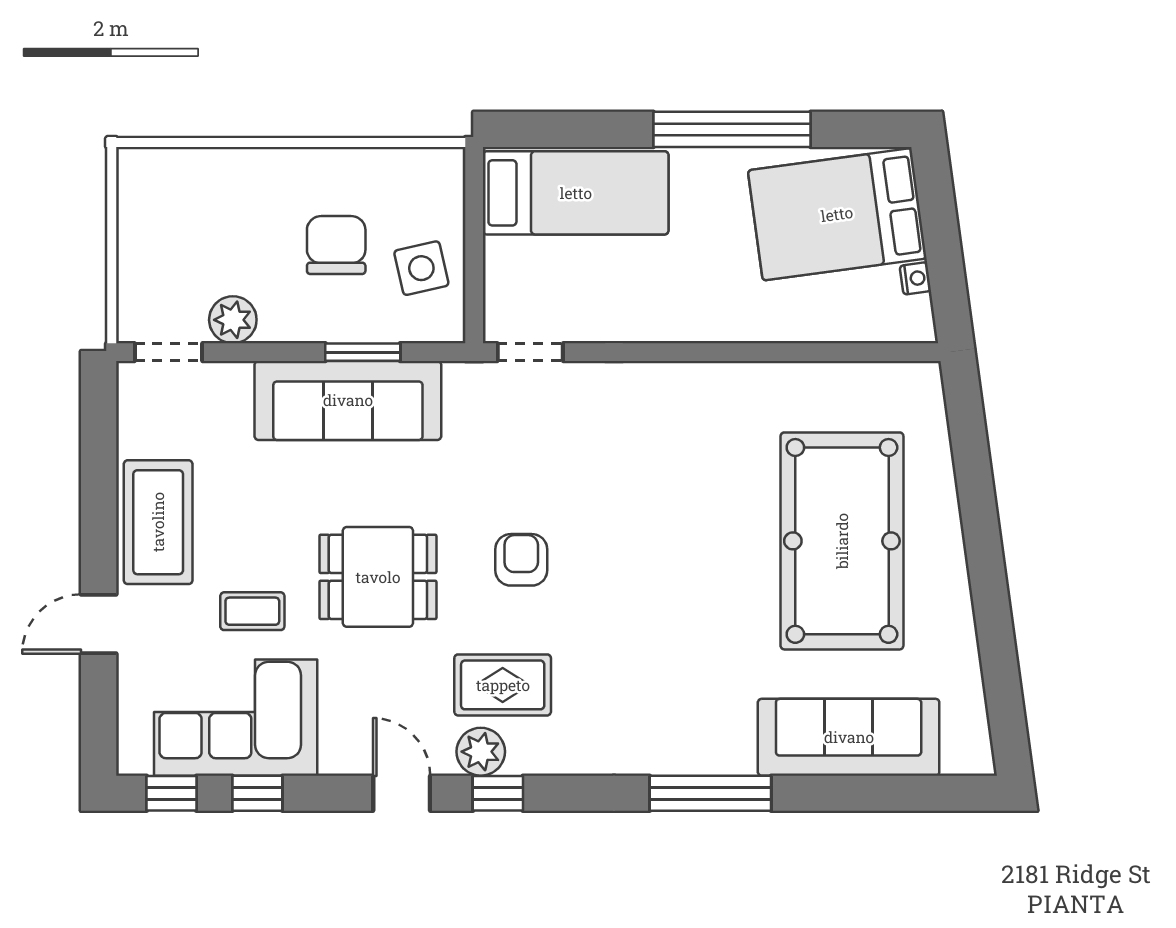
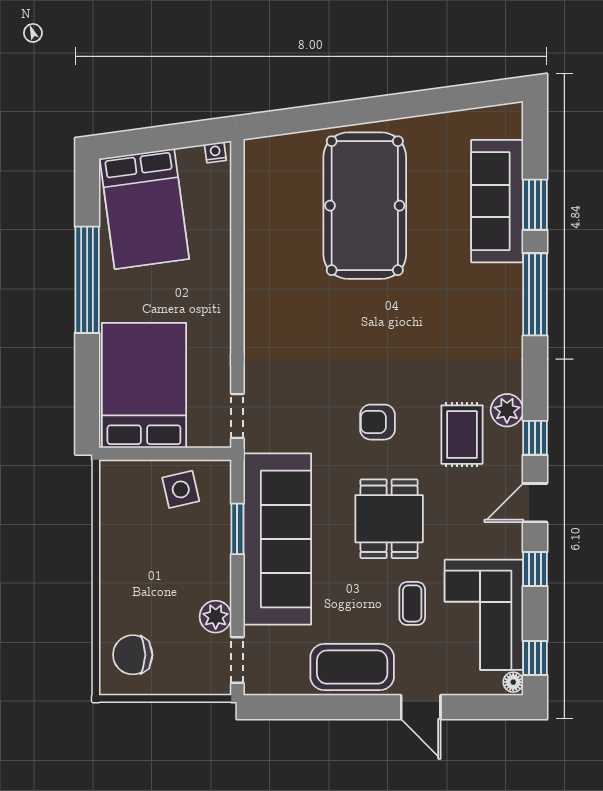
bed: (576, 193) -> (144, 385), width x1.50
chair: (336, 245) -> (133, 655), moved
nightstand: (915, 278) -> (215, 152), moved
sofa: (348, 400) -> (277, 539), width x1.36, depth x1.27
pool table: (842, 541) -> (365, 206), turned 90
plant: (481, 752) -> (507, 410), moved
floor lamp: (136, 761) -> (513, 682), added
window: (257, 793) -> (535, 569), moved
window: (843, 793) -> (535, 205), added

